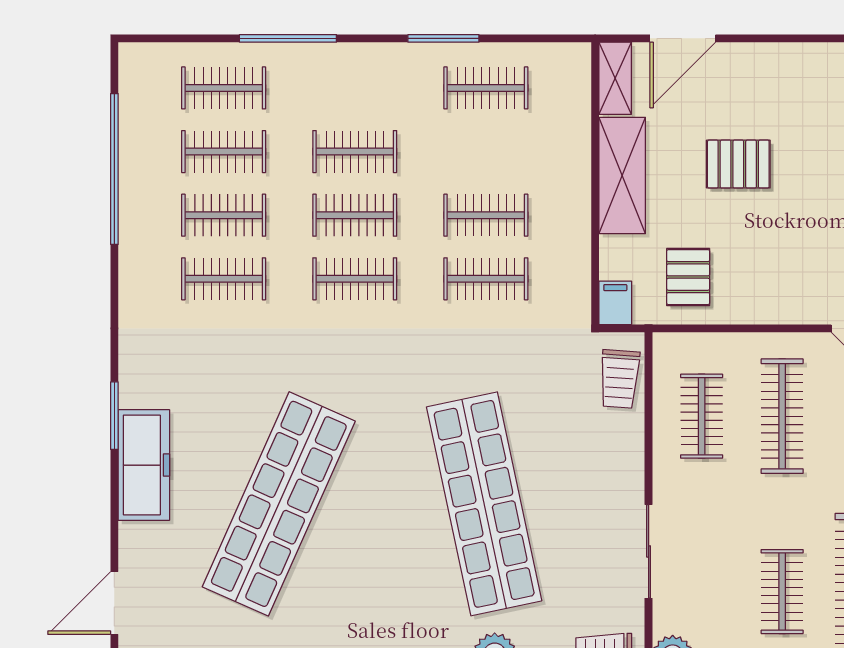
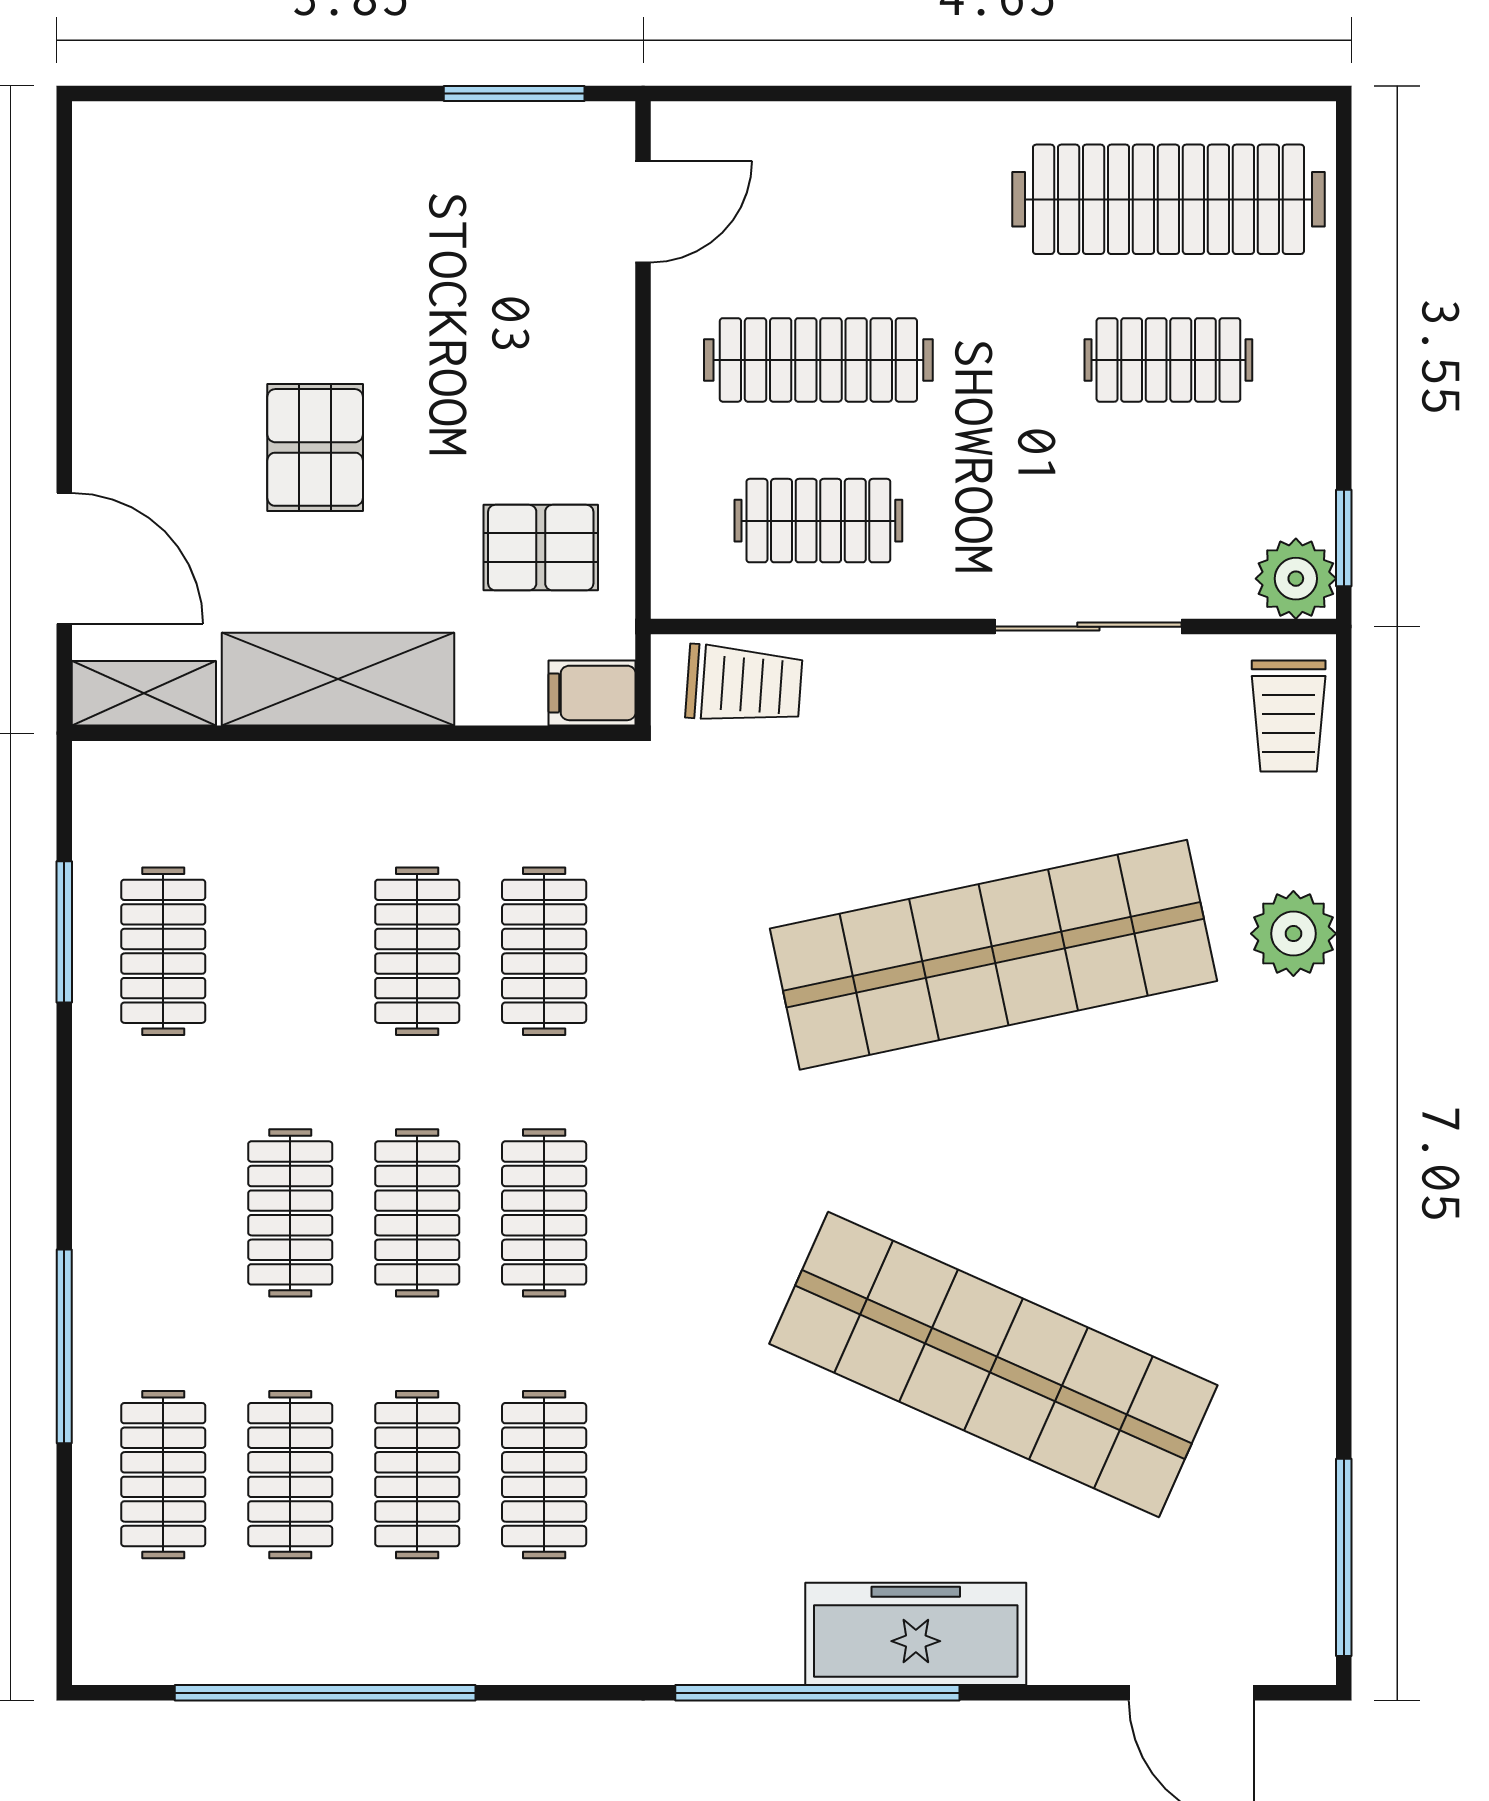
window: (443, 38) -> (64, 932), moved
window: (114, 416) -> (817, 1693), width x2.11

